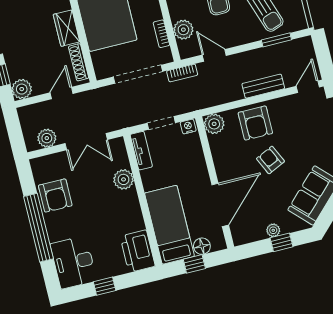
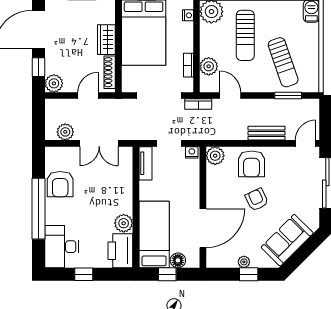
plant: (124, 179) -> (124, 223), moved

